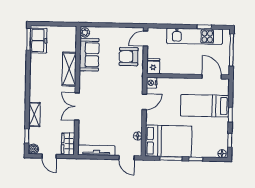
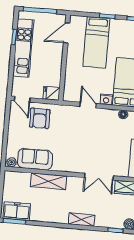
nightstand: (152, 83) -> (106, 99), moved
double door: (77, 107) -> (99, 177), moved
shelving: (34, 114) -> (82, 220), moved

